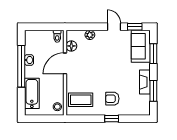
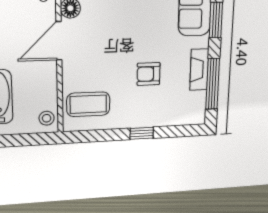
window: (153, 91) -> (213, 84), width x1.44
armchair: (112, 99) -> (149, 74), moved

